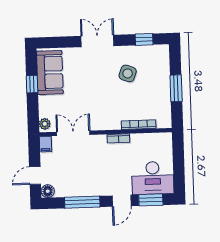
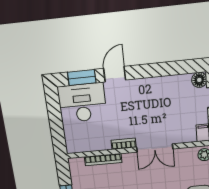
double door: (73, 133) -> (155, 148), moved
window: (82, 202) -> (159, 70), removed

